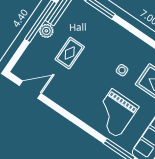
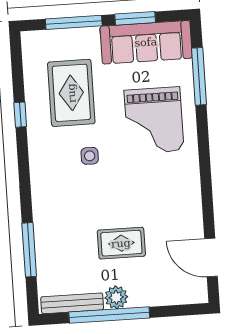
grand piano: (115, 113) -> (154, 120), turned 90

